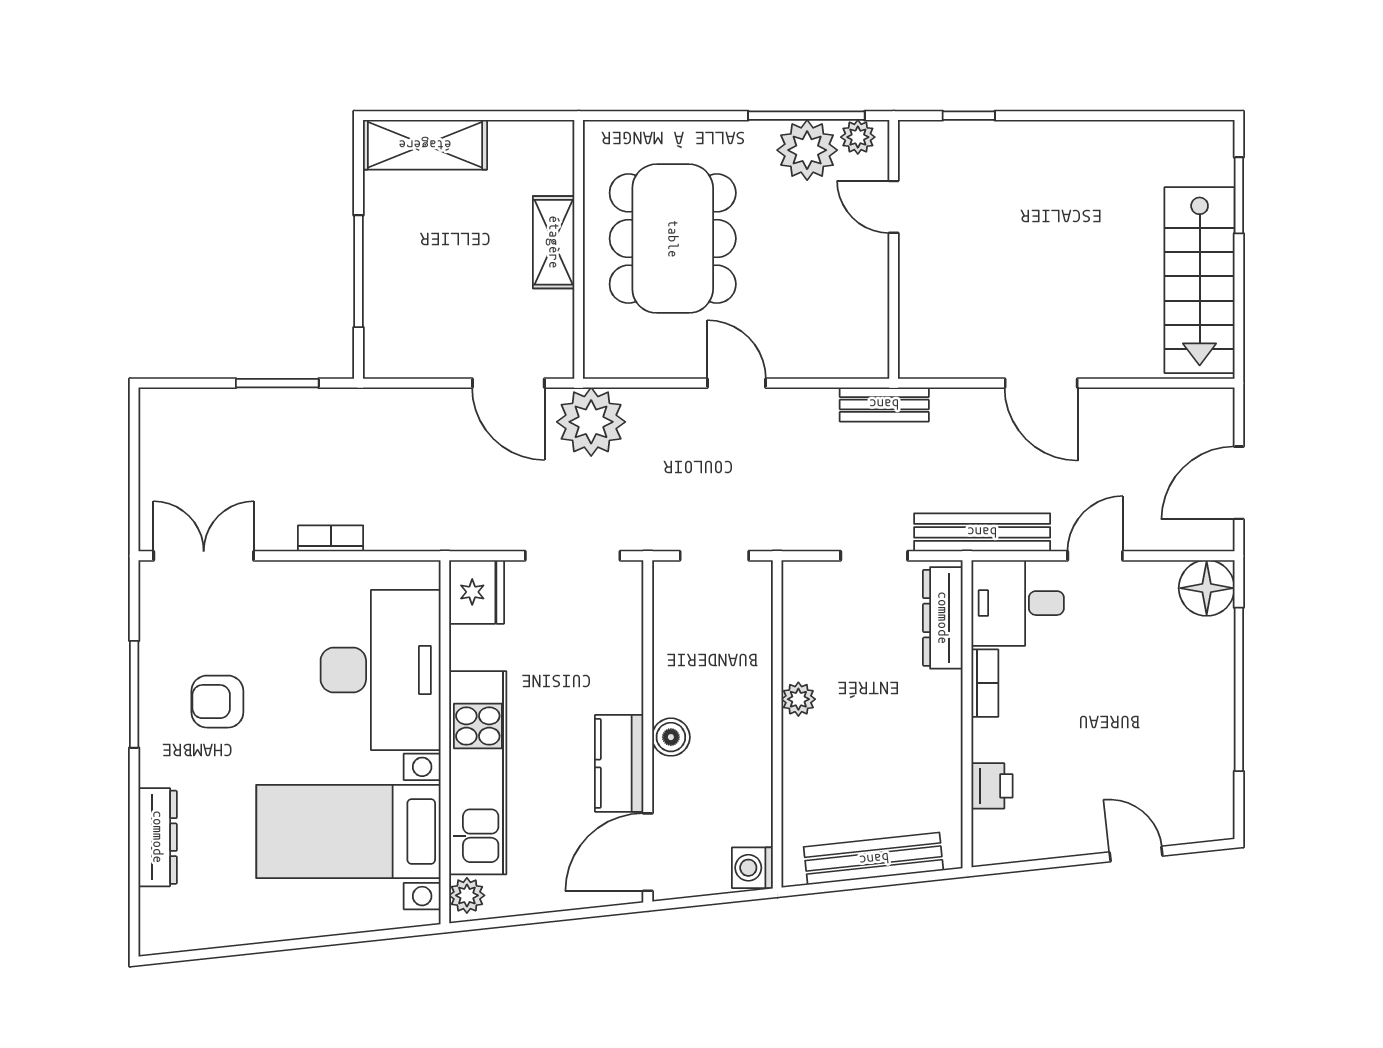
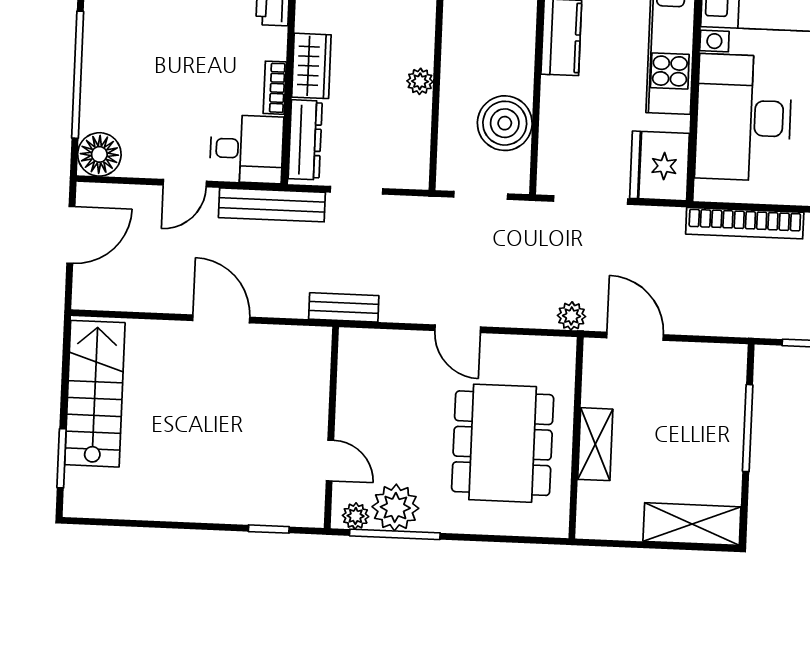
plant: (591, 422) -> (571, 316), width x0.53, depth x0.53
bookcase: (331, 538) -> (745, 223), width x2.31, depth x1.31
fridge: (477, 592) -> (660, 166), width x1.36, depth x1.34
wardrobe: (939, 713) -> (311, 66), added
boiler: (671, 737) -> (505, 123), moved, width x1.86, depth x1.86

